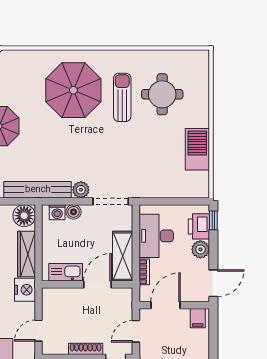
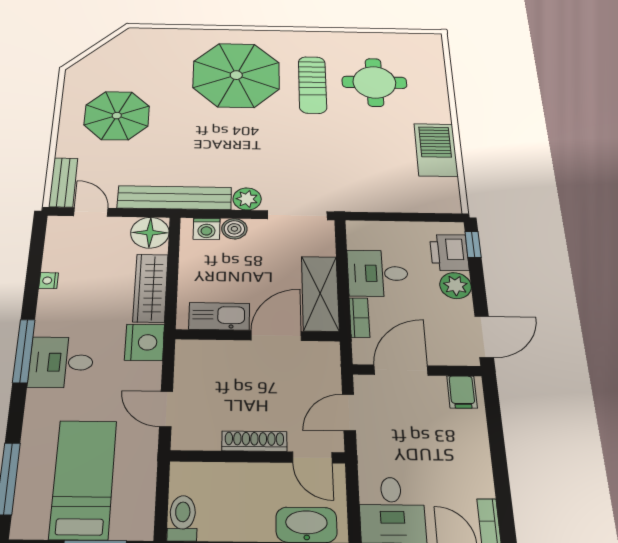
sun lounger: (122, 97) -> (312, 85), turned 180
desk: (156, 236) -> (378, 273), width x0.73
door: (38, 331) -> (166, 409), hinge flipped

